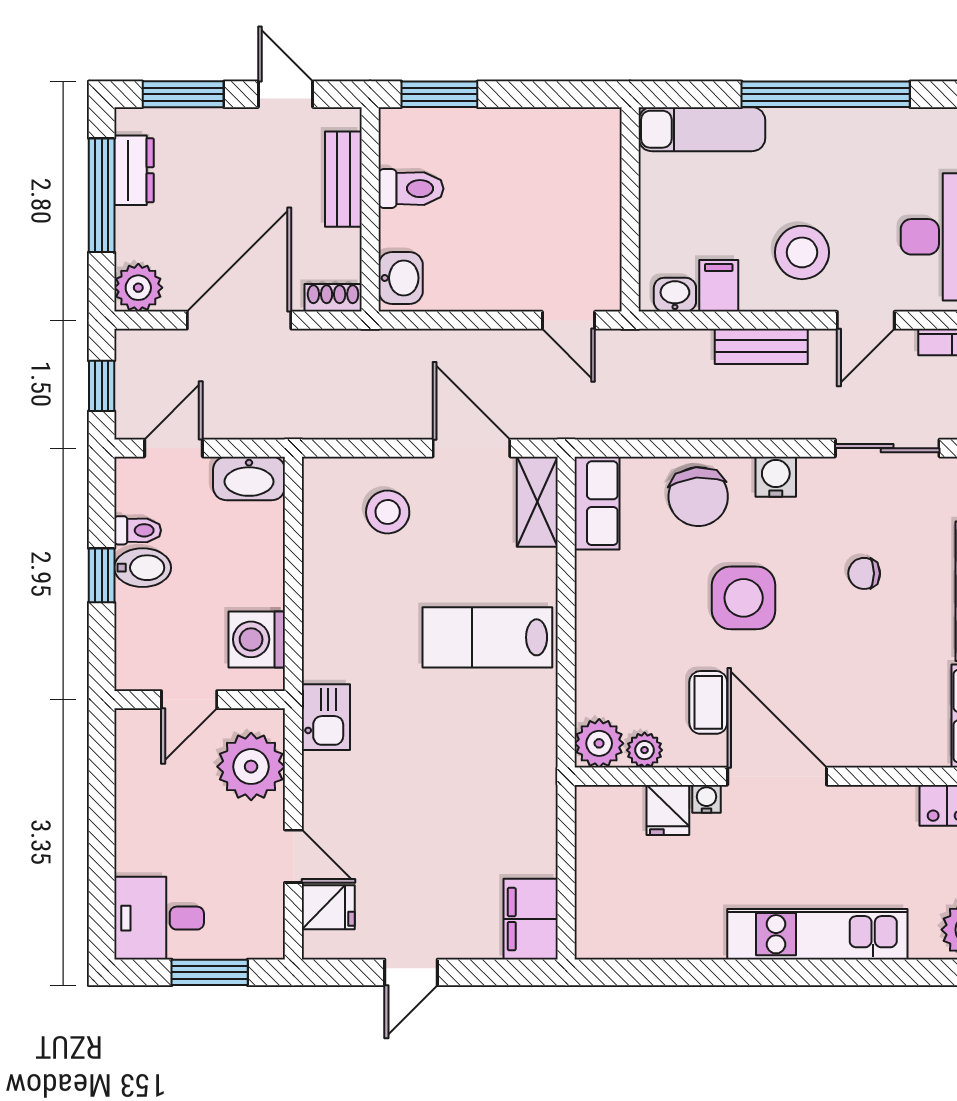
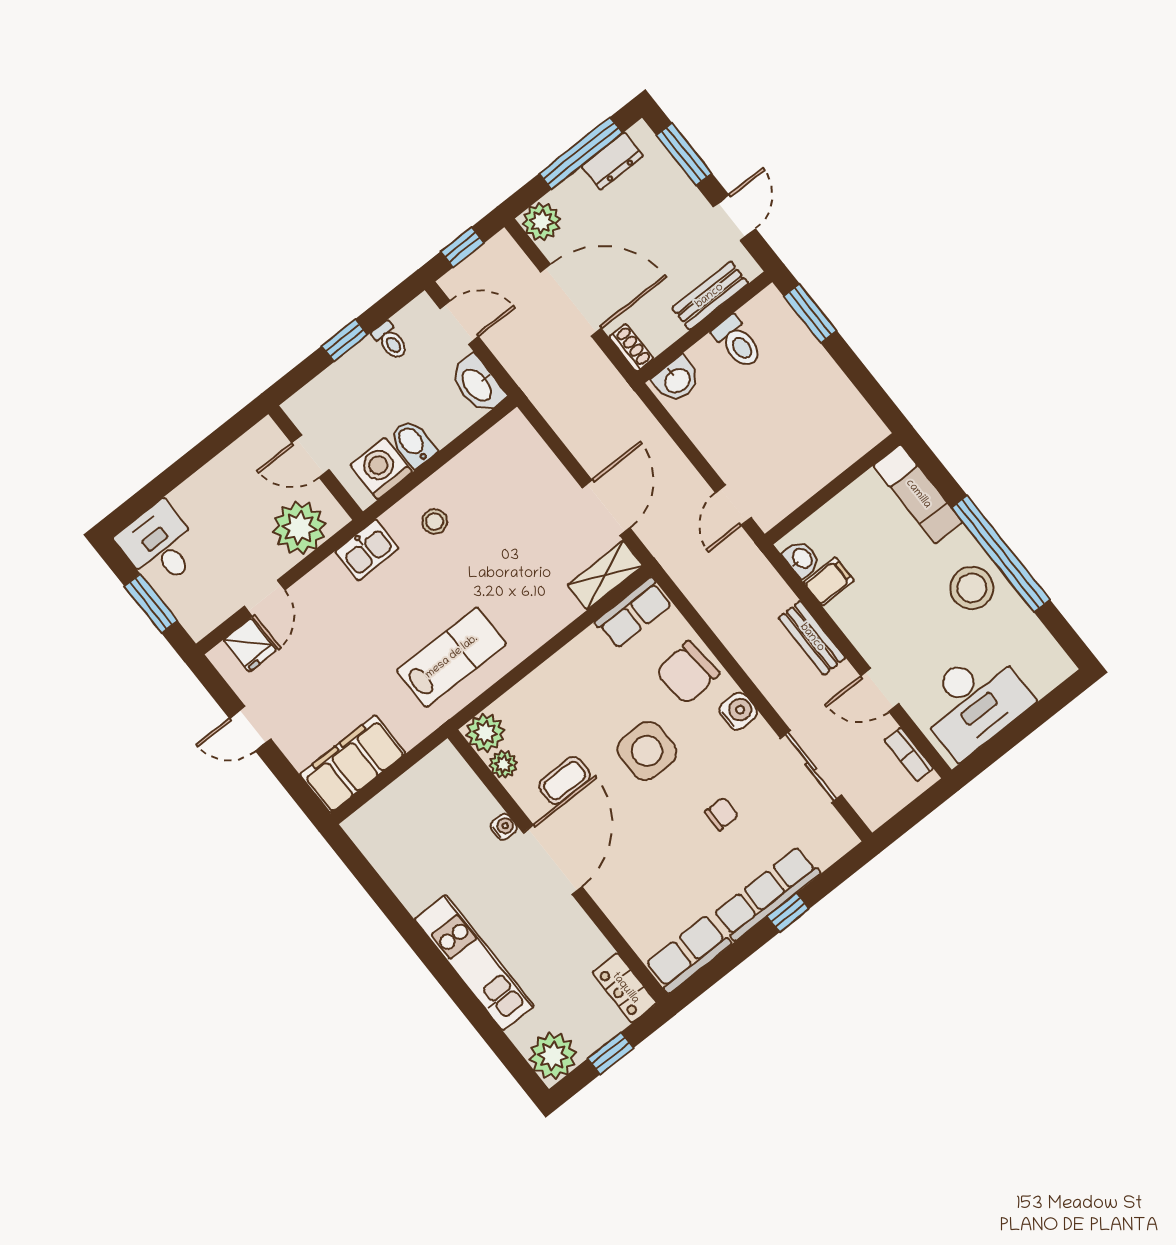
stool: (802, 252) -> (972, 588), moved
stool: (388, 512) -> (435, 521), moved, width x0.73, depth x0.73
bidet: (143, 568) -> (413, 443), moved, turned 180
chair: (864, 573) -> (722, 814), turned 90
lab bench: (487, 637) -> (452, 657), moved, turned 90
fridge: (668, 810) -> (478, 808), removed
filing cabinet: (531, 919) -> (353, 764), width x1.50, depth x1.17

